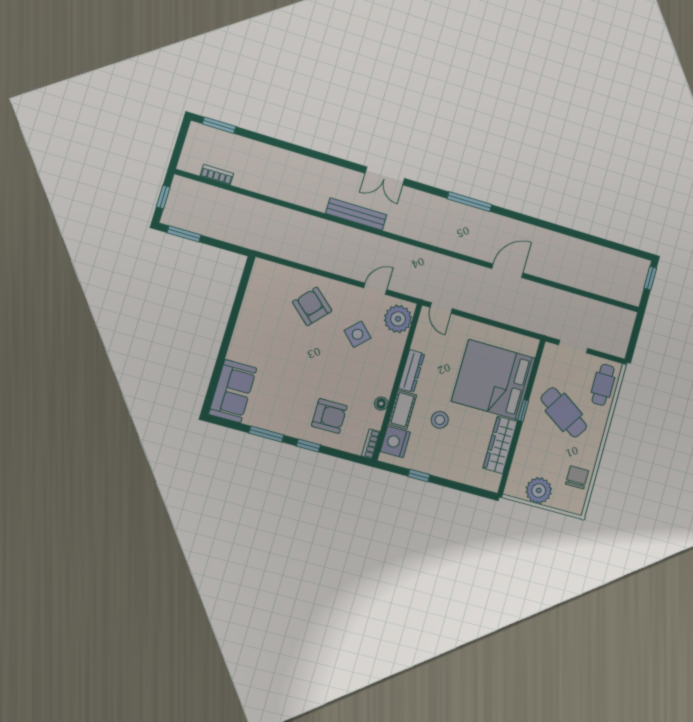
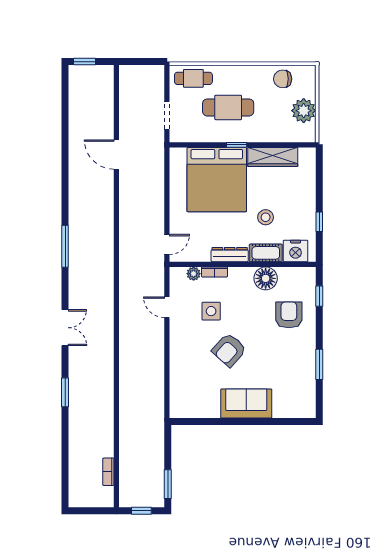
window: (219, 125) -> (65, 392), moved
bench: (356, 214) -> (106, 343), removed
door: (507, 271) -> (116, 155), moved
armchair: (312, 306) -> (229, 350), moved
plant: (398, 319) -> (194, 274), width x0.53, depth x0.53
side table: (358, 334) -> (211, 311), turned 45
sofa: (233, 391) -> (246, 404), moved
floor lamp: (381, 404) -> (266, 278), width x1.89, depth x1.89
cafe table: (564, 412) -> (228, 107), turned 57
bookcase: (371, 444) -> (214, 272), moved
window: (308, 445) -> (319, 296), moved

